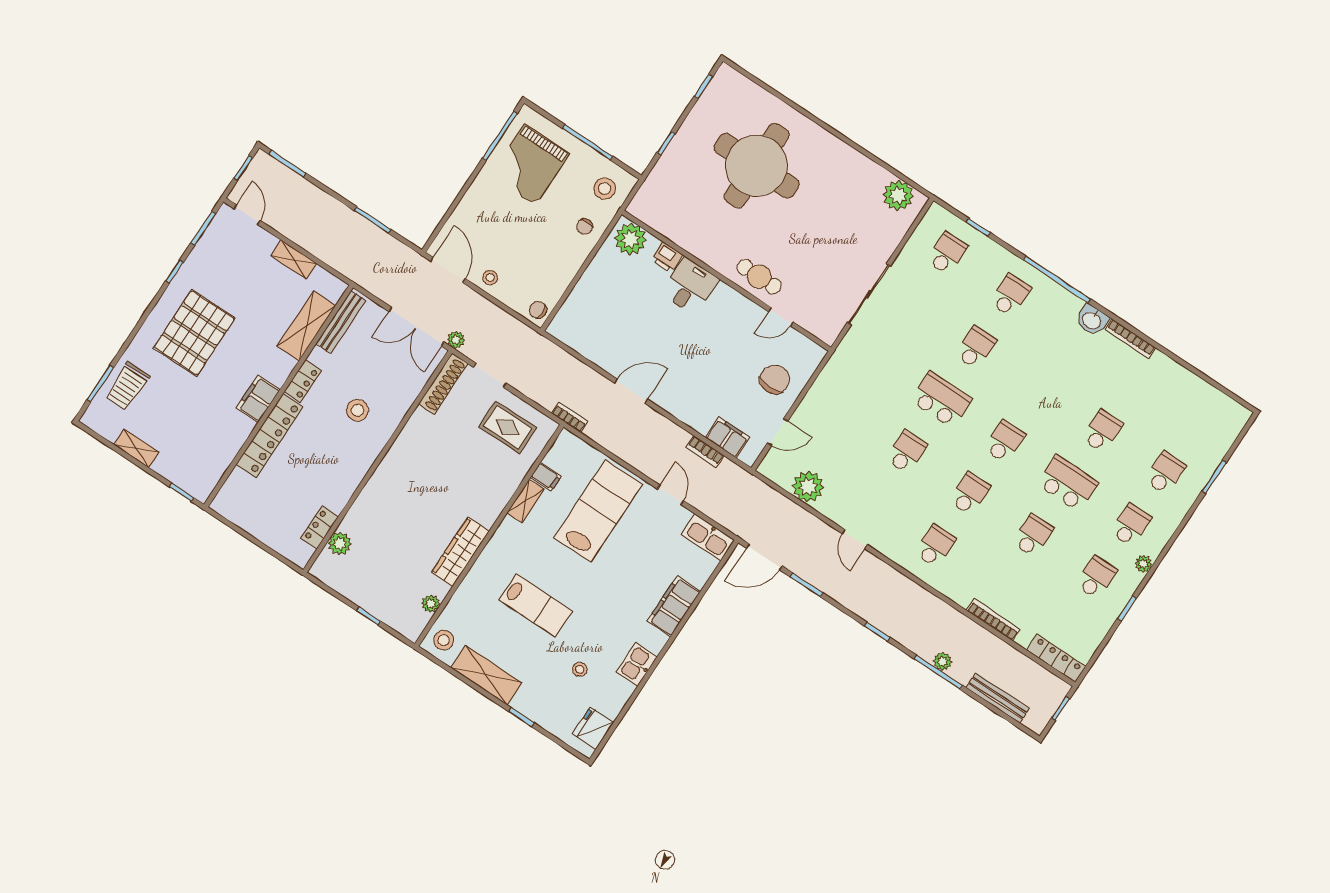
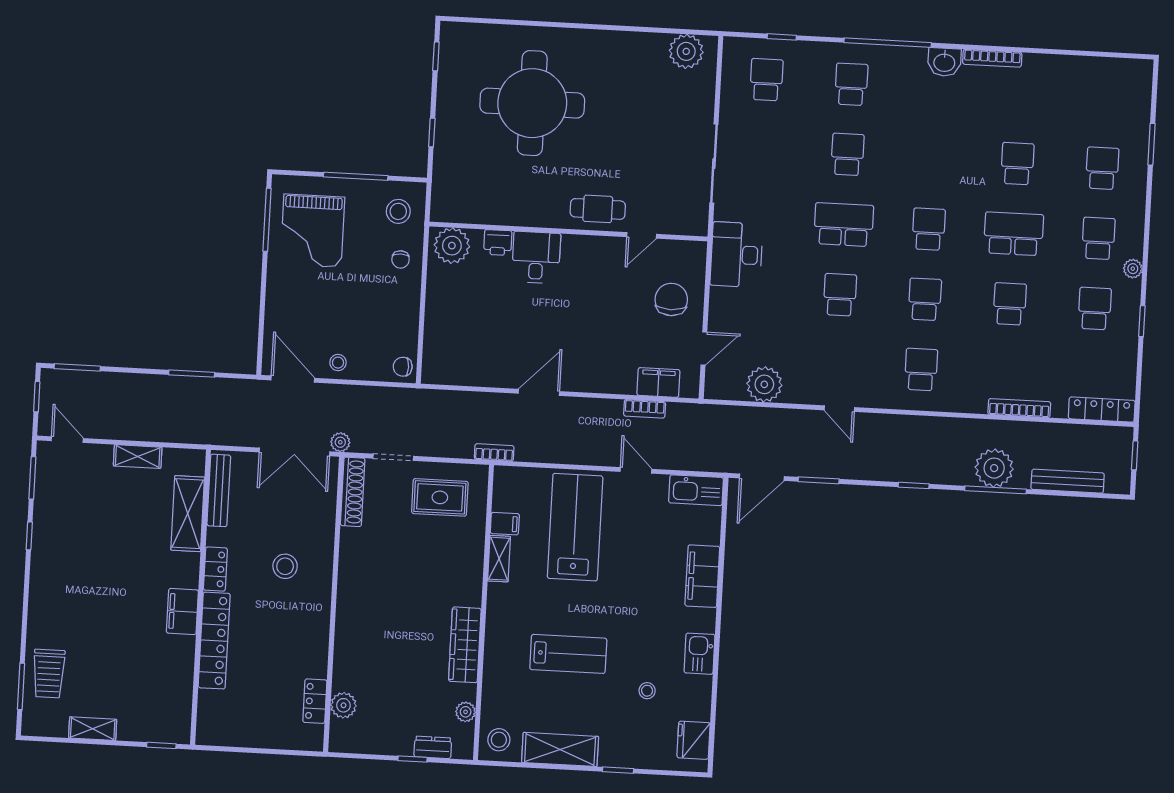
pallet: (194, 333) -> (83, 584), removed
desk: (845, 374) -> (736, 255), added
dresser: (389, 616) -> (433, 747), added
plant: (943, 661) -> (994, 468), width x1.87, depth x1.87

